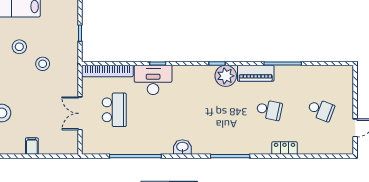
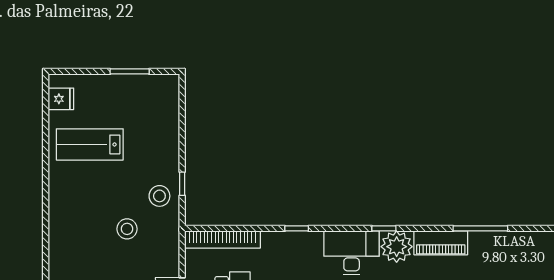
stool: (19, 47) -> (159, 196), moved
desk: (153, 80) -> (352, 253), moved

